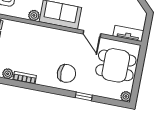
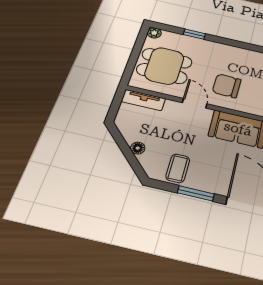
chair: (66, 73) -> (227, 86), moved
window: (84, 96) -> (194, 34), moved

